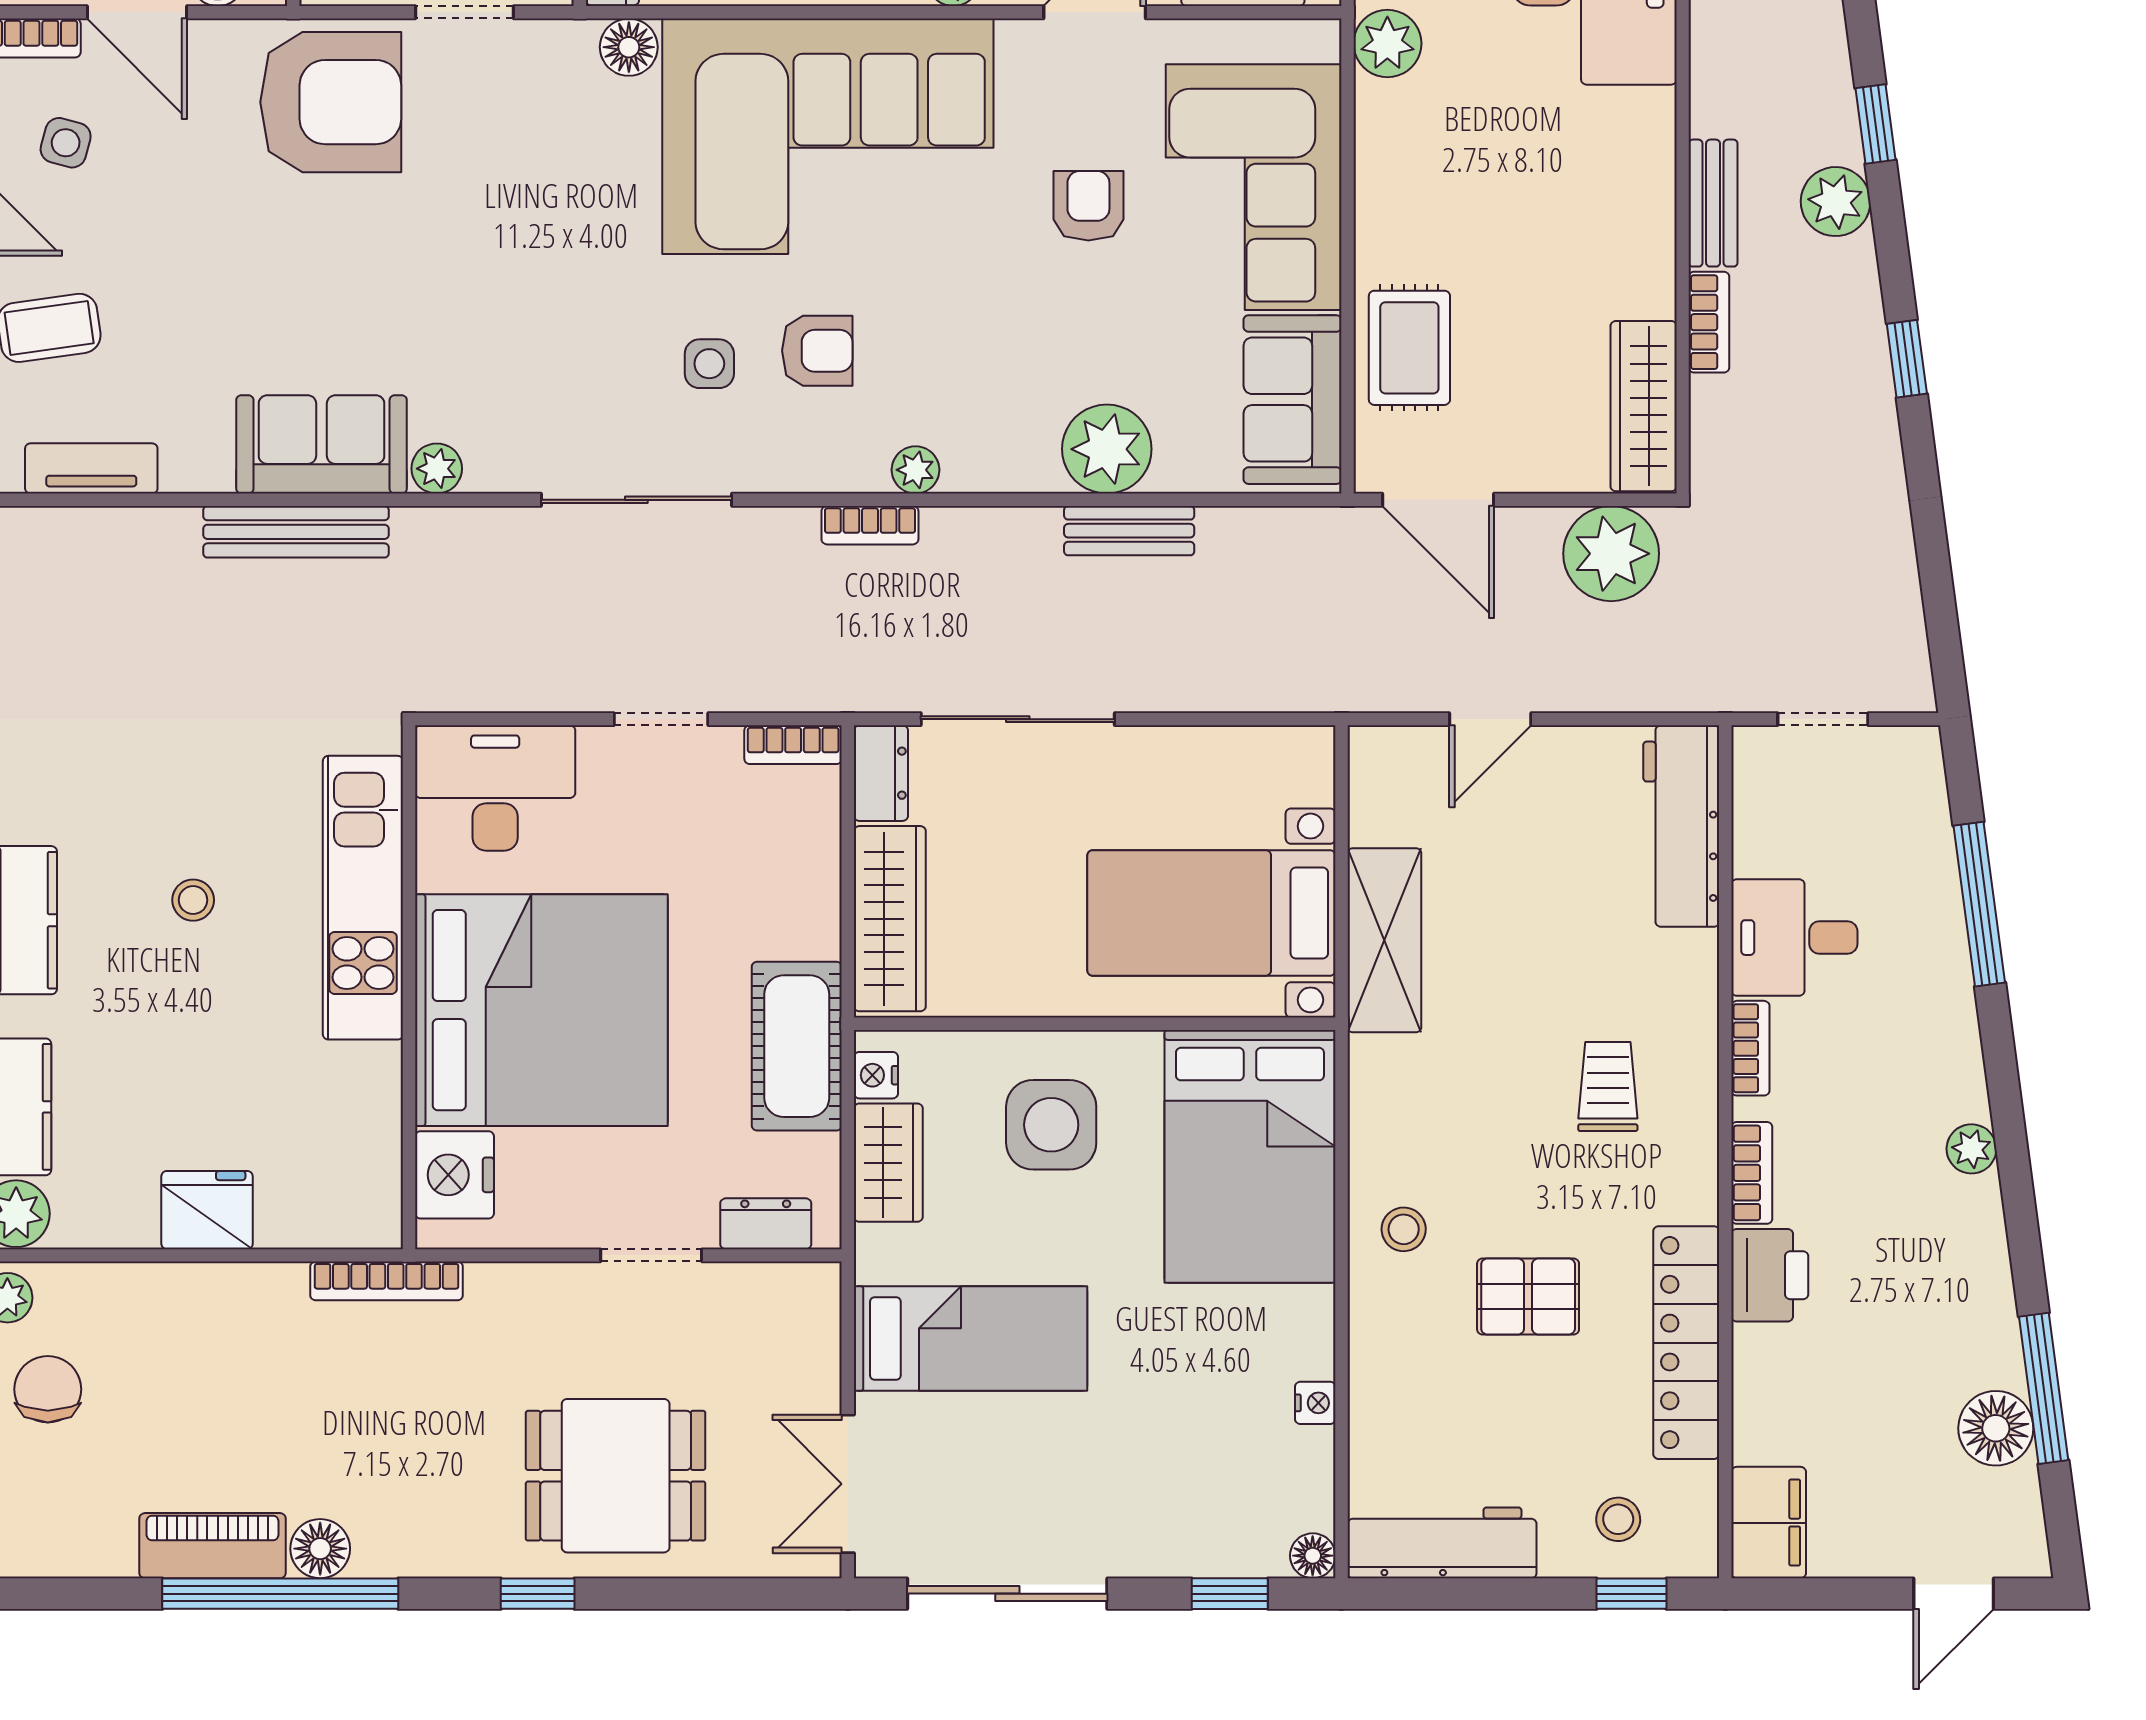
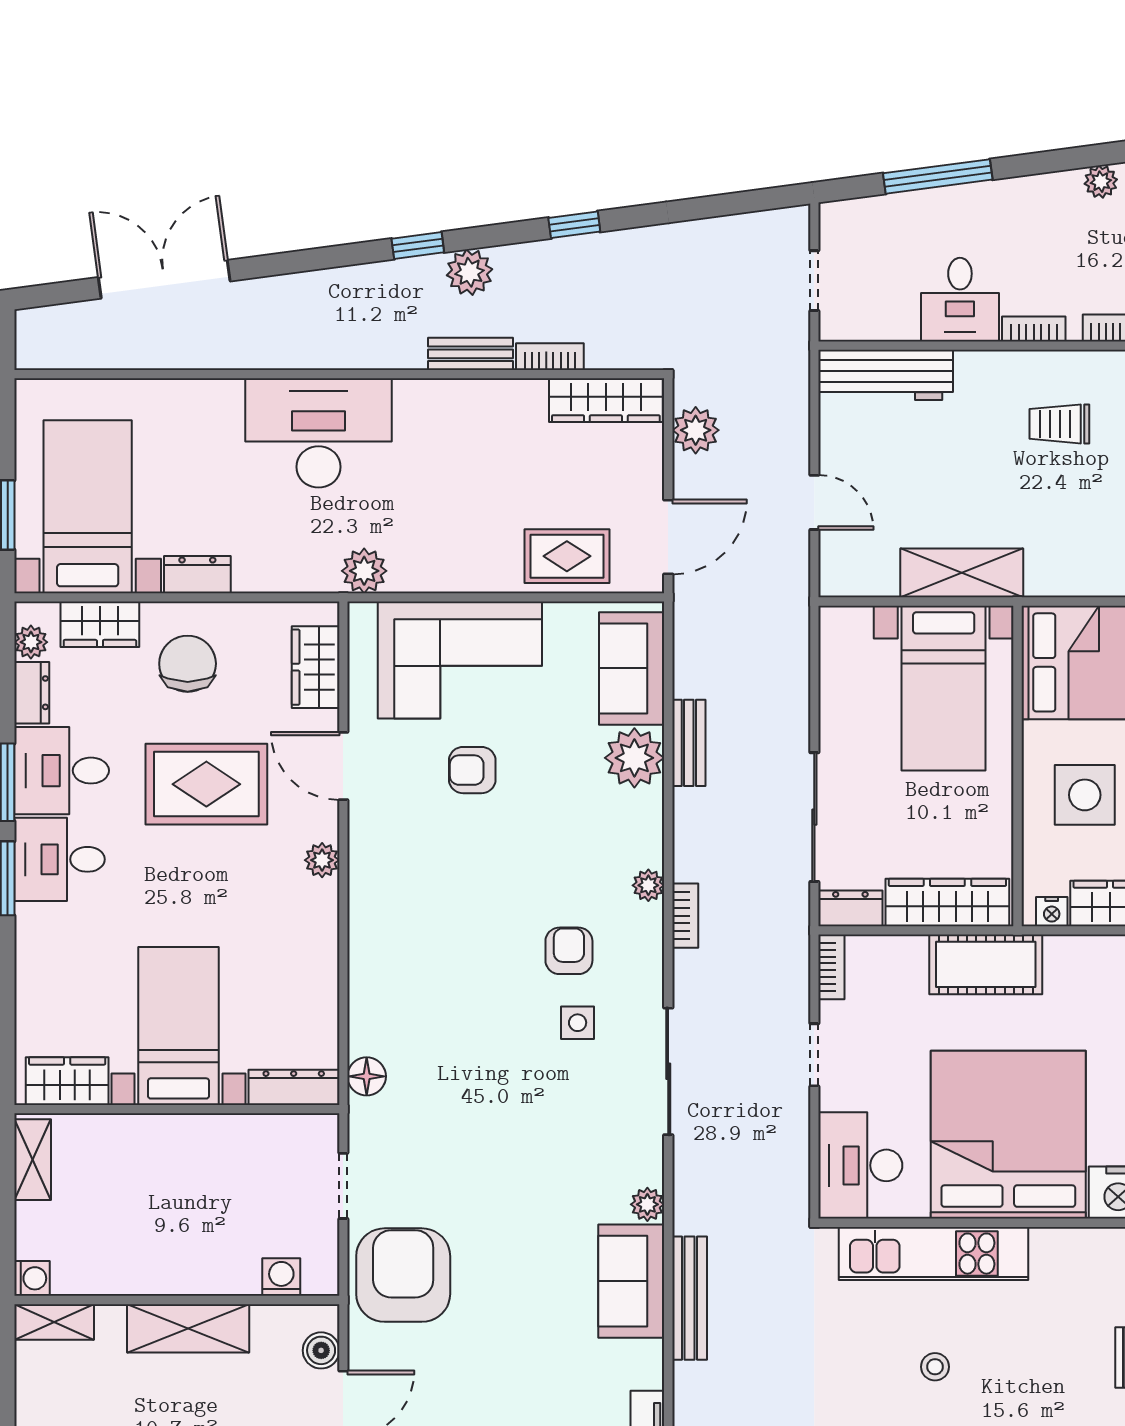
corner sofa: (828, 136) -> (426, 944), removed
sofa: (1293, 400) -> (632, 668), moved, turned 90
plant: (1611, 554) -> (696, 430), width x0.73, depth x0.73
cot: (797, 1046) -> (986, 964), moved

